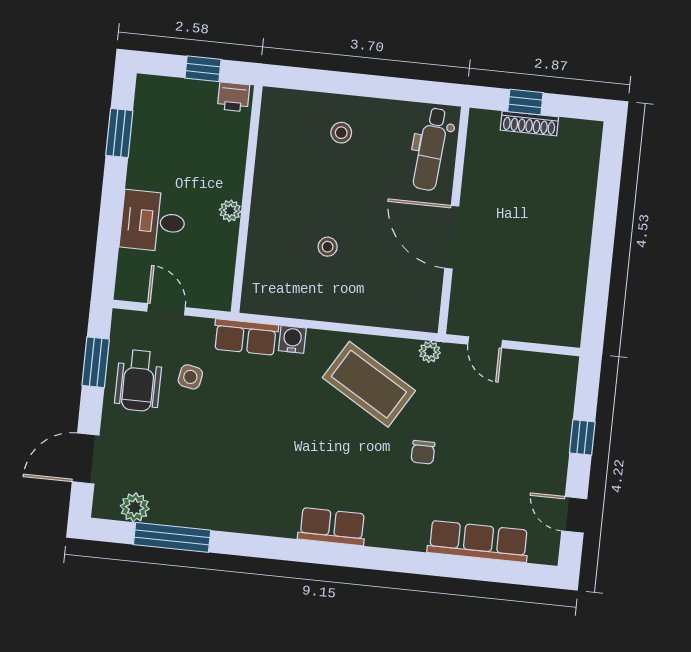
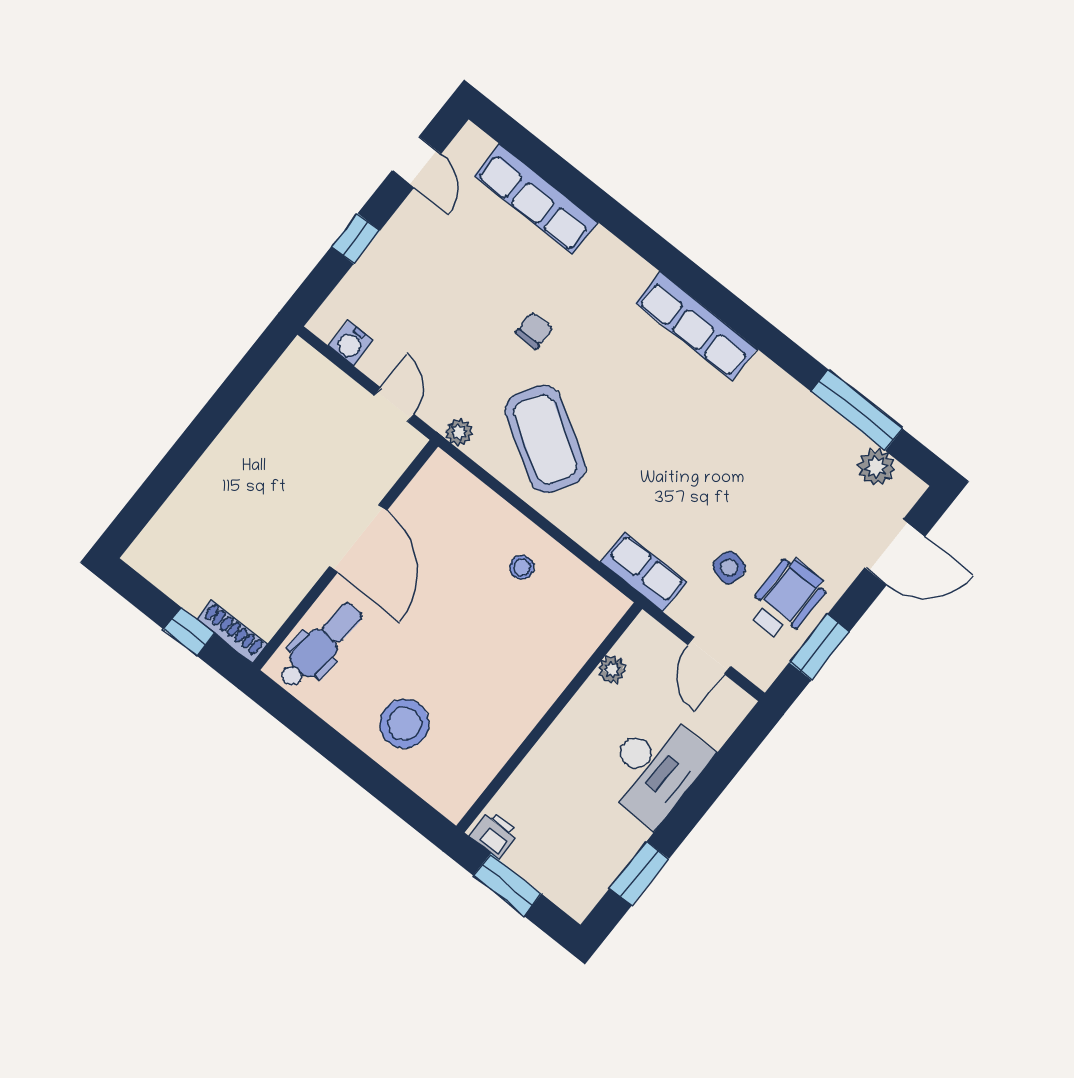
window: (203, 69) -> (507, 885), width x1.50
shoe rack: (529, 123) -> (232, 632), moved
stool: (341, 133) -> (404, 724), width x1.89, depth x1.89
plant: (230, 211) -> (612, 669), moved
desk: (153, 221) -> (655, 768), width x1.37
stool: (328, 247) -> (522, 567), moved
water cooler: (292, 339) -> (351, 343), moved
row of seats: (332, 527) -> (696, 326), width x1.48

